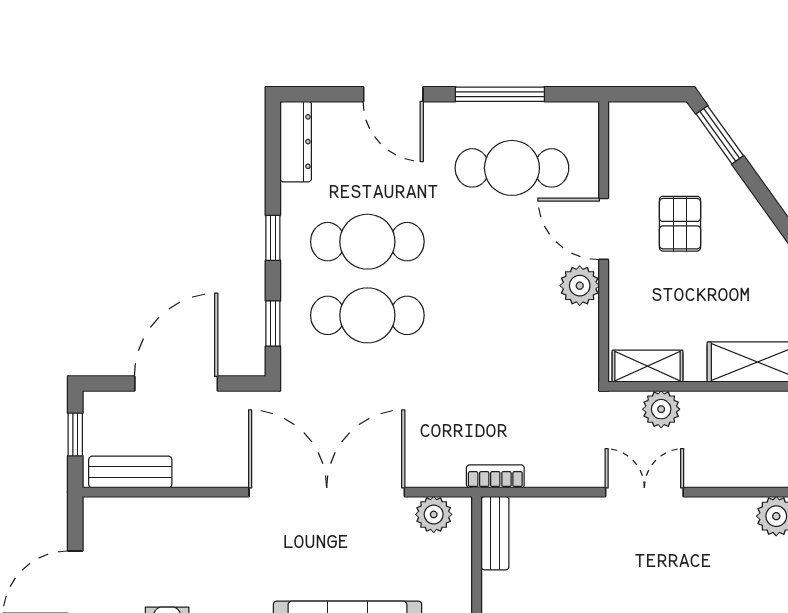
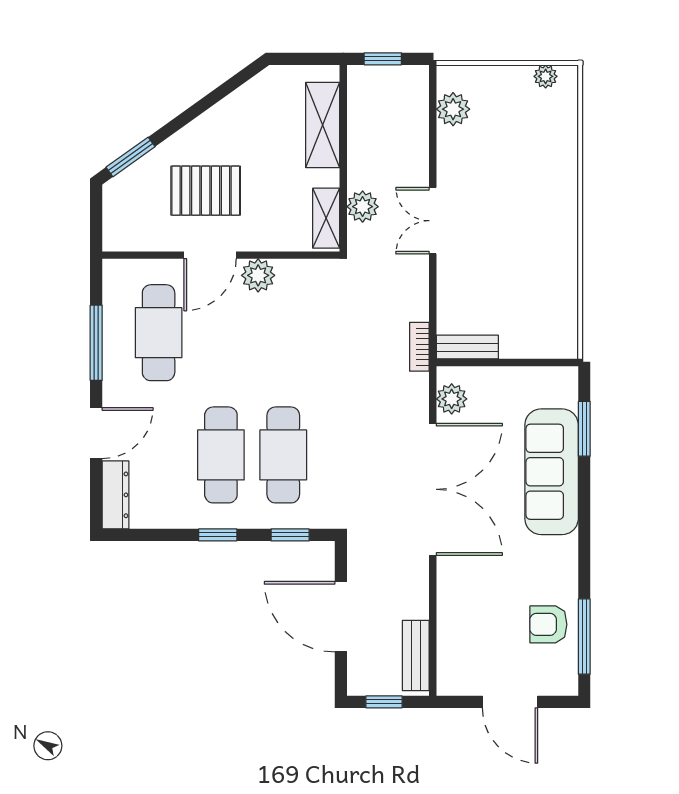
dresser: (296, 142) -> (116, 495), moved, turned 90
pallet: (680, 224) -> (206, 191), width x1.50, depth x1.42
double door: (327, 492) -> (433, 489), swing flipped

